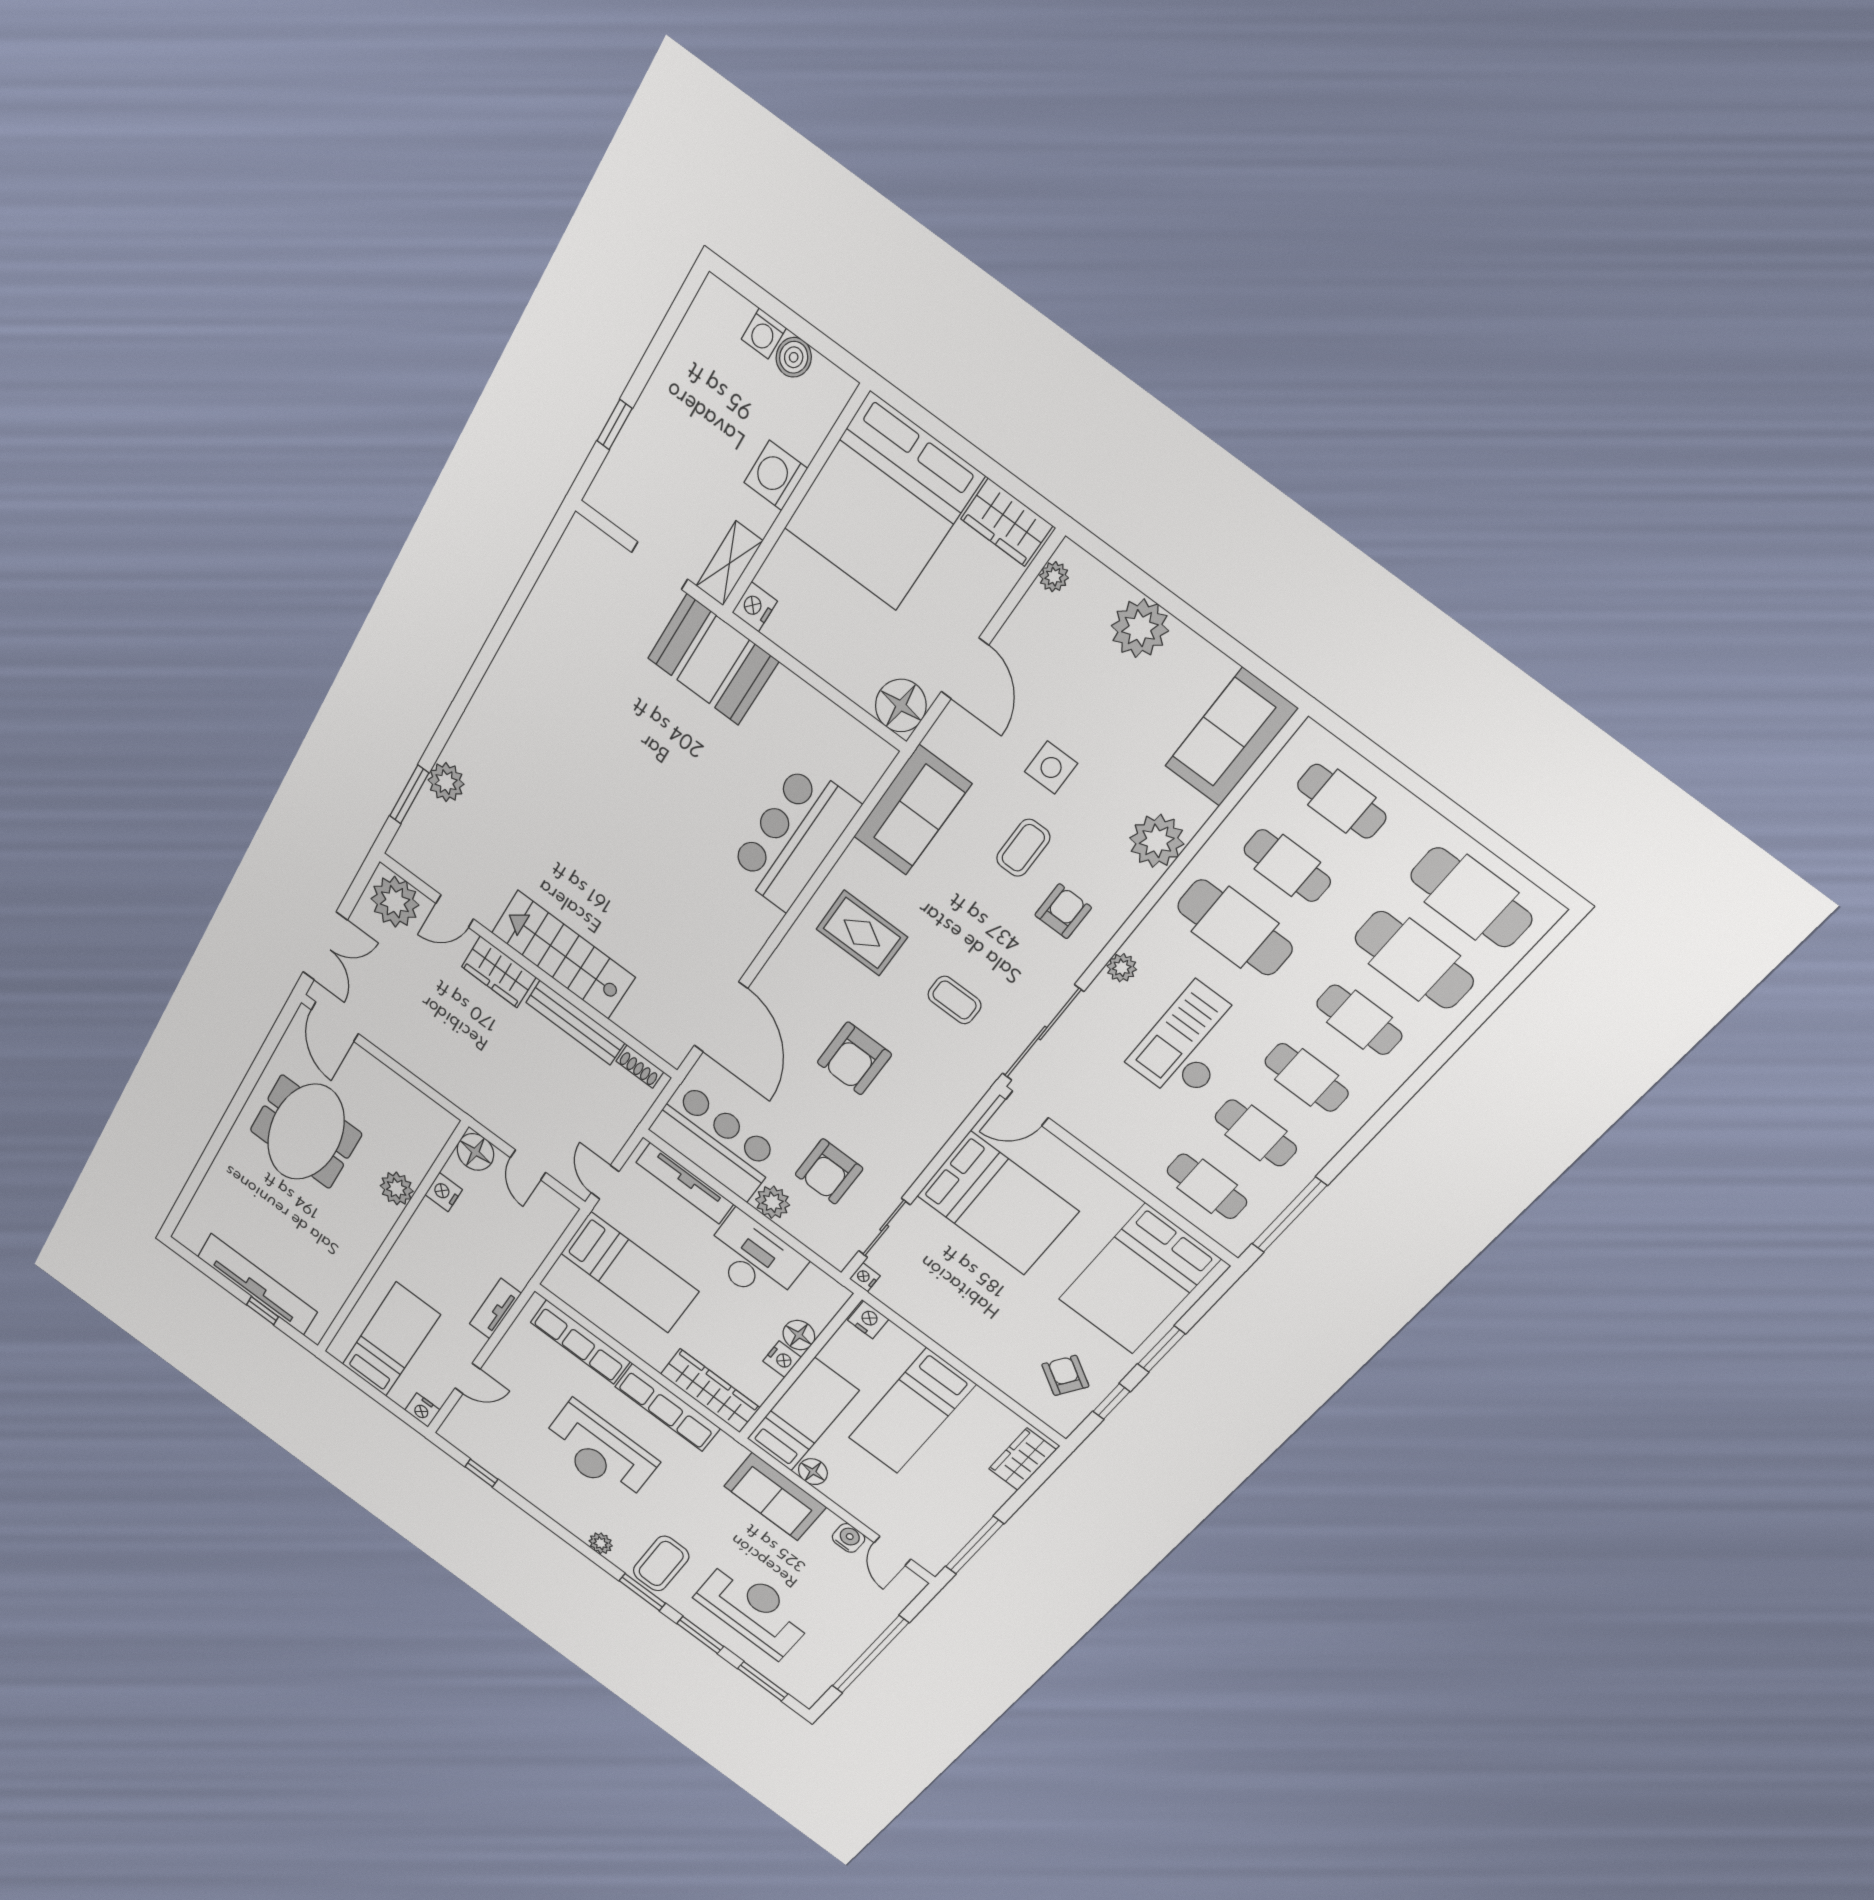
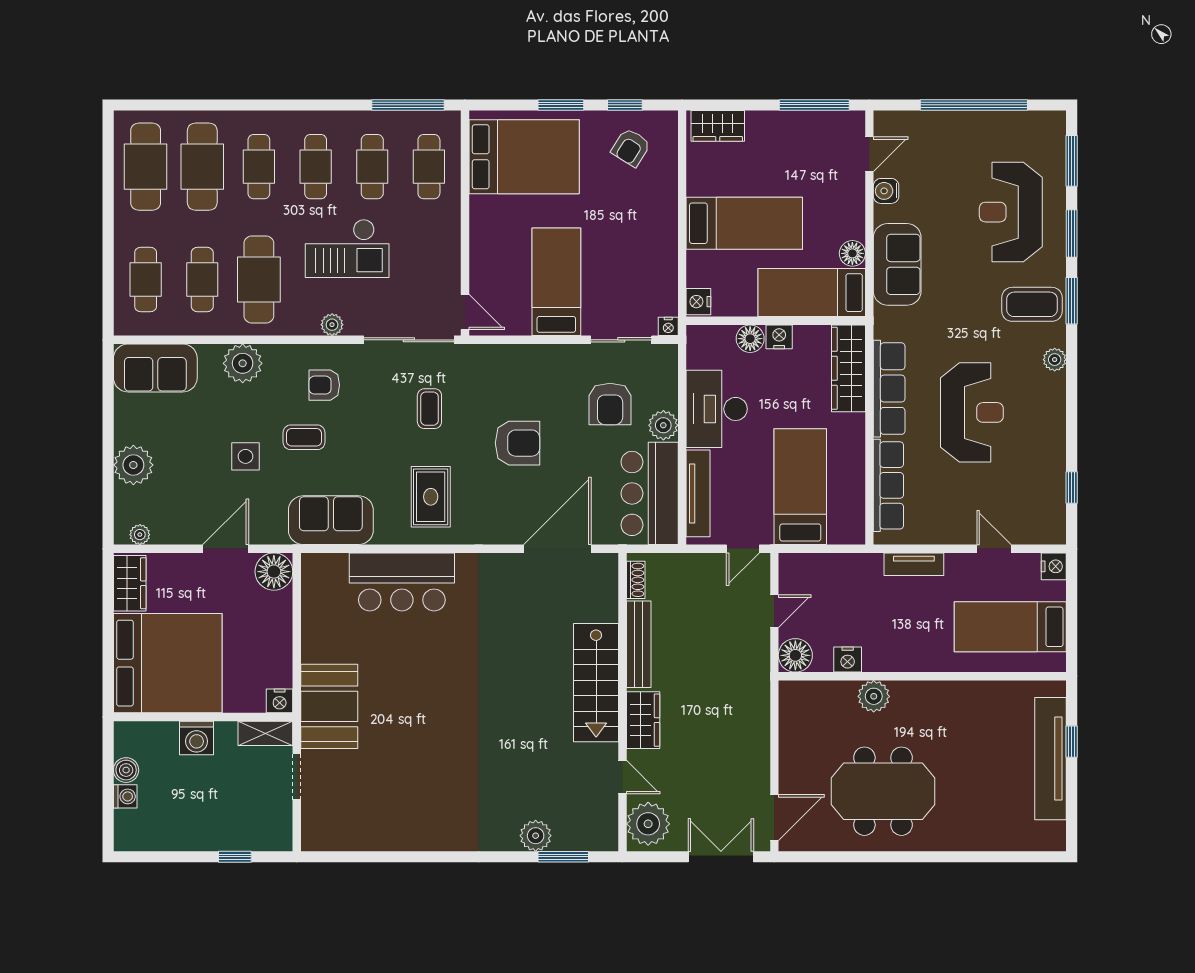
armchair: (829, 1172) -> (610, 404), turned 90
bed: (997, 1203) -> (556, 282), width x0.67

